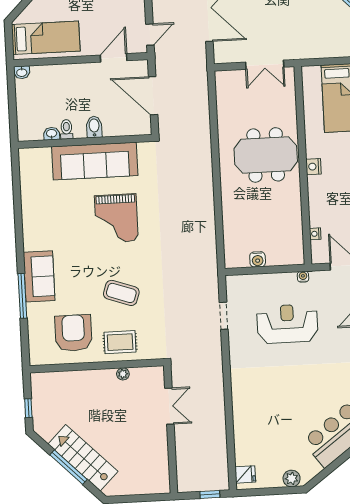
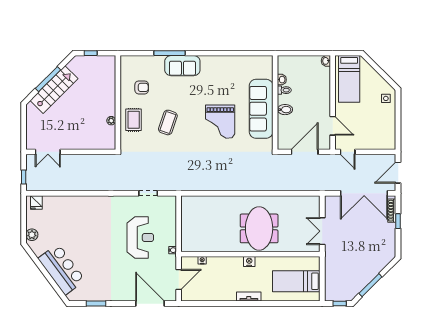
grand piano: (116, 218) -> (220, 122), turned -90
water cooler: (258, 259) -> (186, 219), removed
armchair: (73, 333) -> (142, 87), width x0.53, depth x0.53
double door: (169, 406) -> (48, 152), moved

